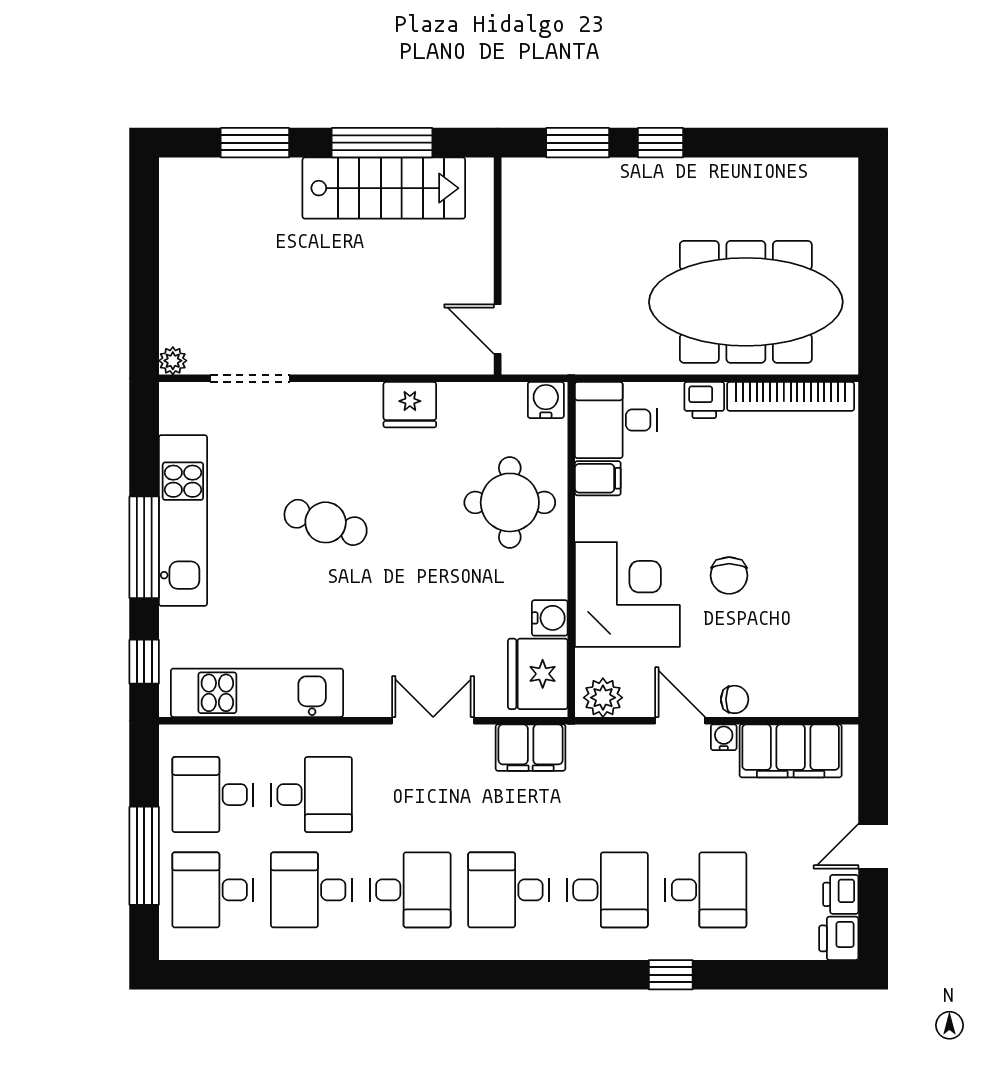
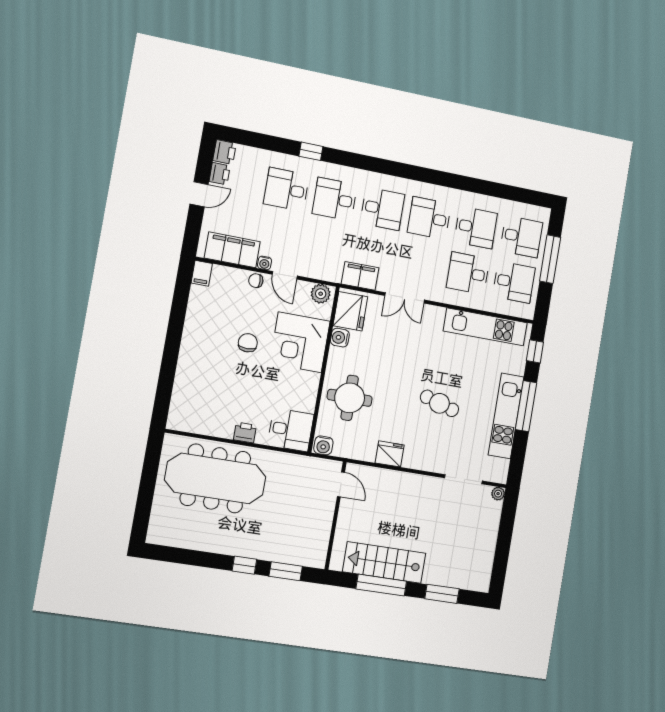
bookcase: (791, 396) -> (201, 427), removed
filing cabinet: (598, 478) -> (202, 273), moved, turned -90

